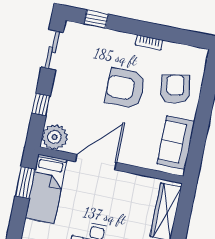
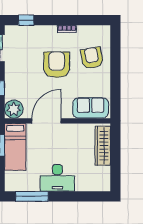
armchair: (125, 88) -> (57, 65), turned 90
sofa: (176, 143) -> (91, 108), moved, turned 90

